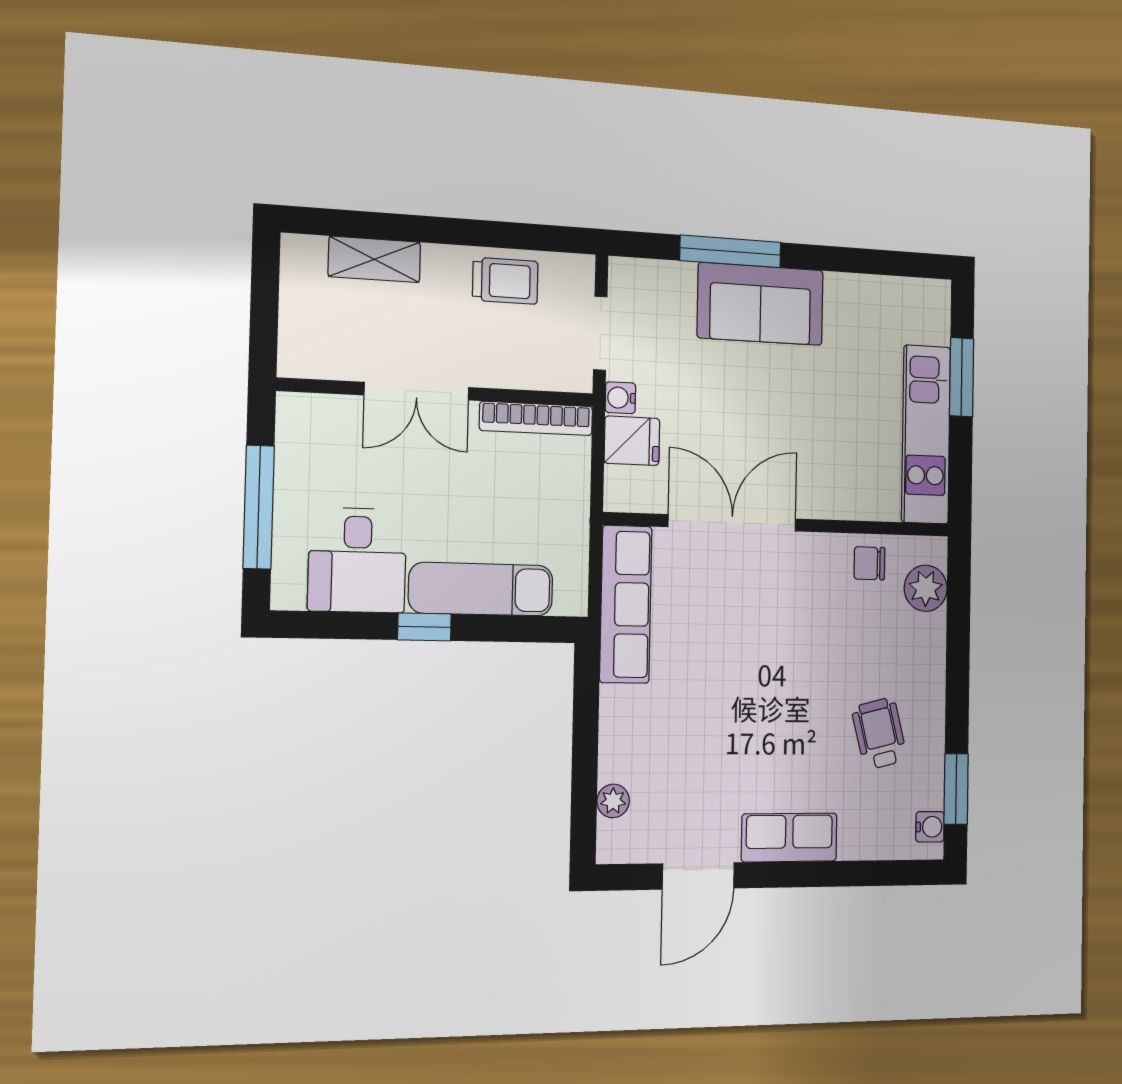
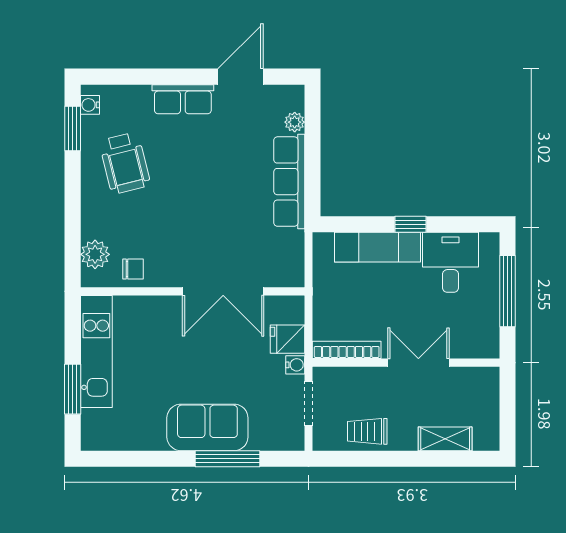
row of seats: (626, 604) -> (289, 182), moved
wheelchair: (879, 734) -> (125, 163), width x1.36, depth x1.37

